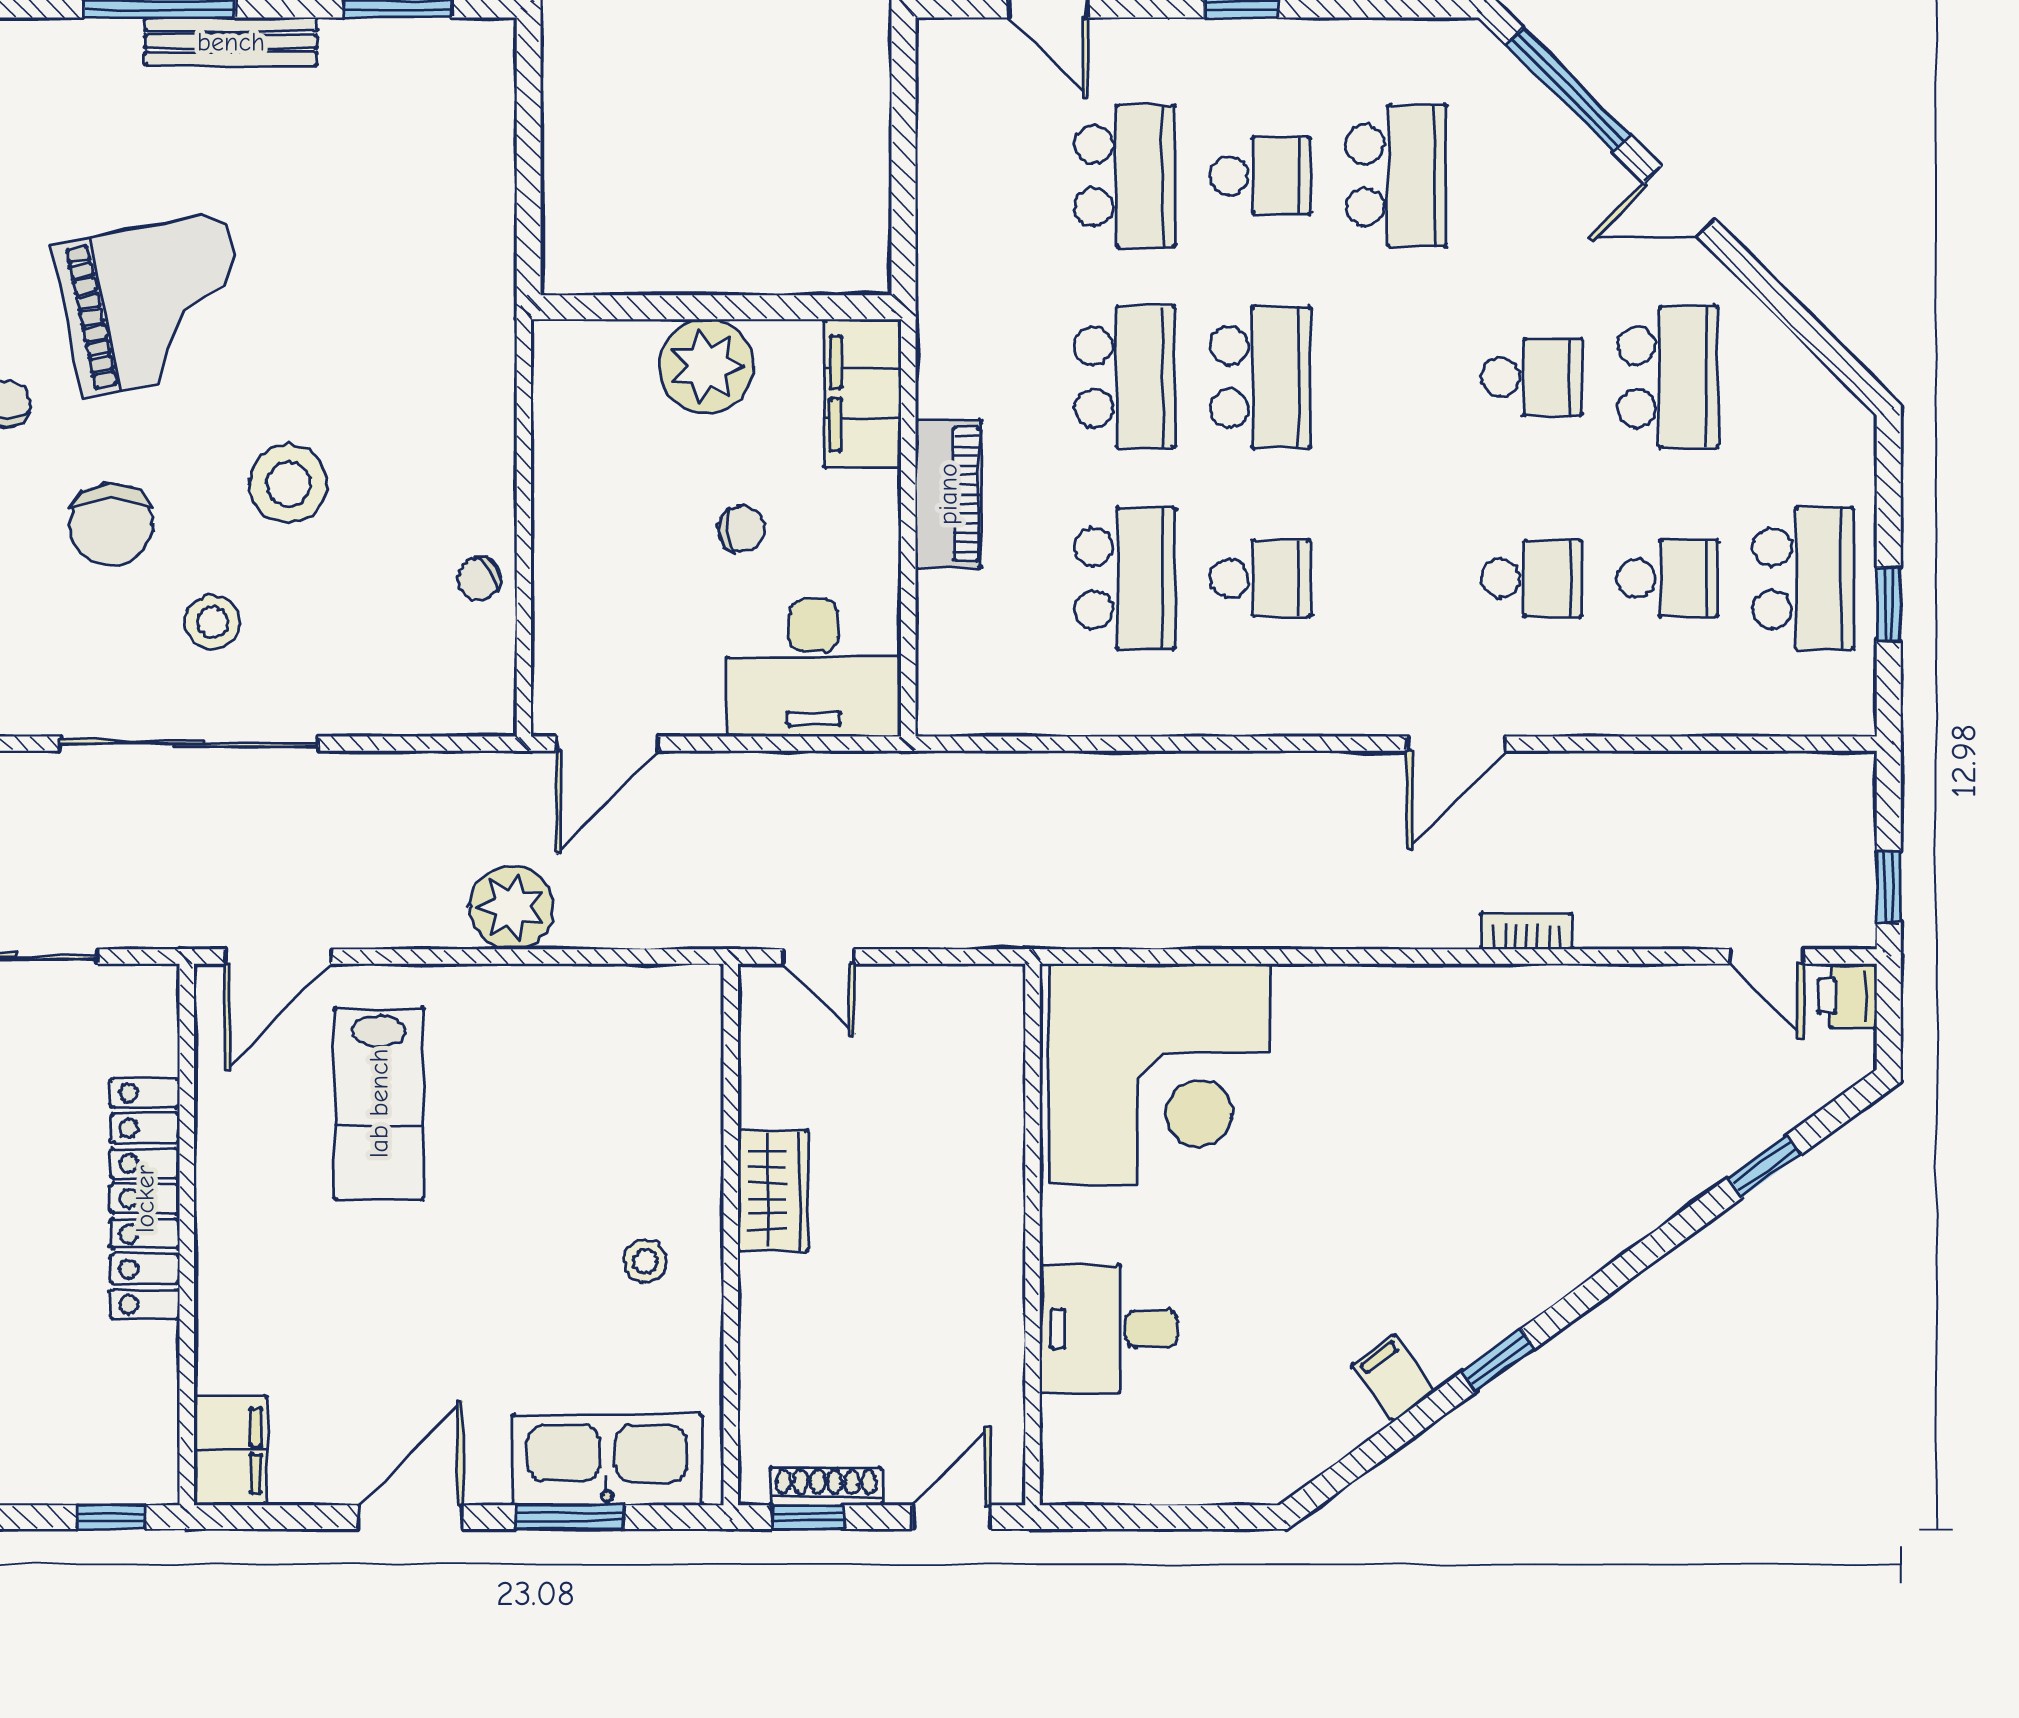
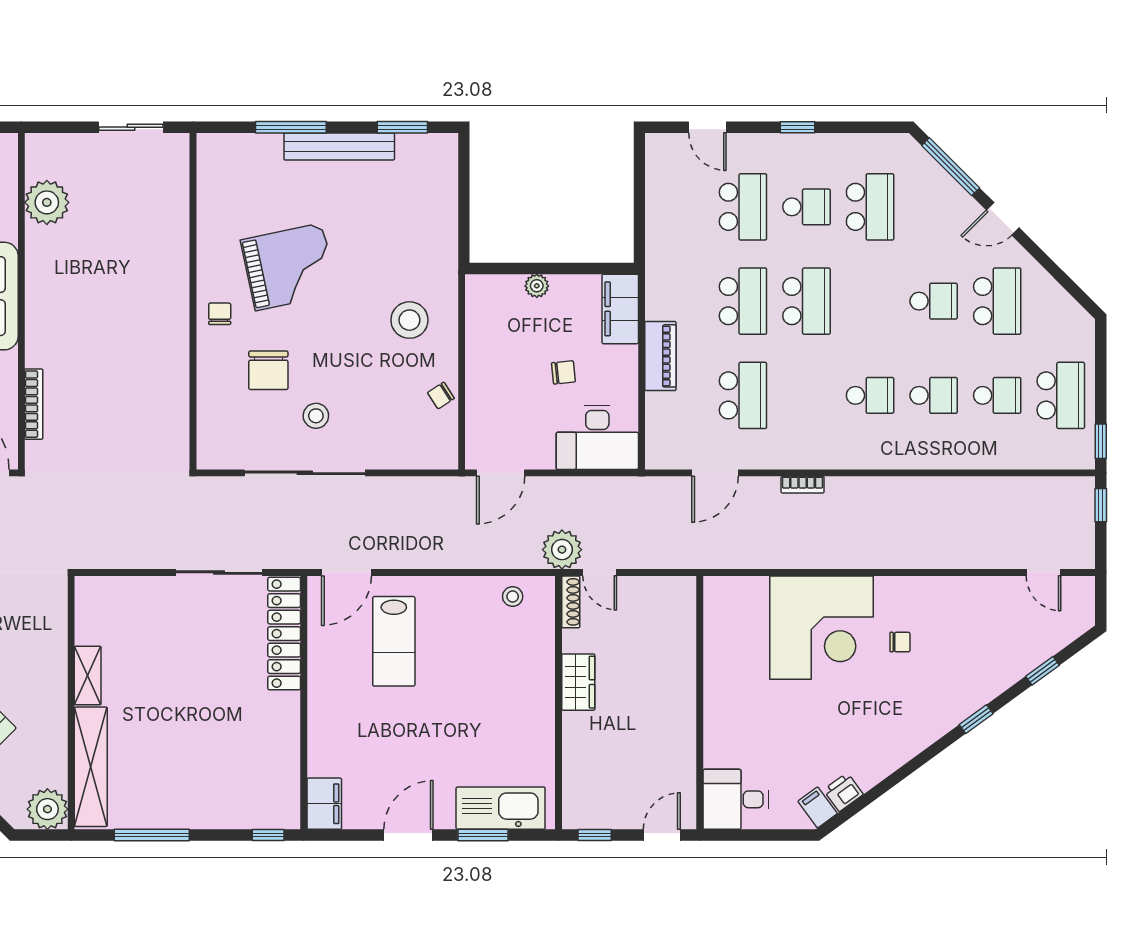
bench: (231, 42) -> (339, 146), width x1.37, depth x1.21
plant: (706, 366) -> (537, 286), width x0.53, depth x0.53
stool: (289, 484) -> (409, 320), moved
school desk: (1260, 578) -> (870, 395), moved
window: (1889, 604) -> (1101, 441), moved
door: (1456, 744) -> (715, 473), moved
window: (1889, 887) -> (1101, 505), moved
plant: (512, 907) -> (562, 550), moved
bookcase: (1526, 931) -> (803, 485), moved, turned 180
printer: (1847, 996) -> (843, 792), moved, turned 54
corner desk: (1159, 1074) -> (822, 628), moved
chair: (1460, 1105) -> (900, 642), added
locker: (145, 1199) -> (284, 634), moved
stool: (645, 1261) -> (513, 597), moved
desk: (1109, 1329) -> (736, 799), moved
window: (1499, 1360) -> (976, 719), moved
filing cabinet: (1394, 1378) -> (818, 807), moved
shoe rack: (826, 1486) -> (571, 602), moved, turned 90

